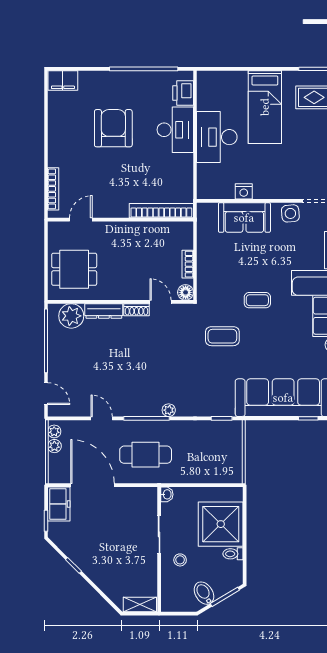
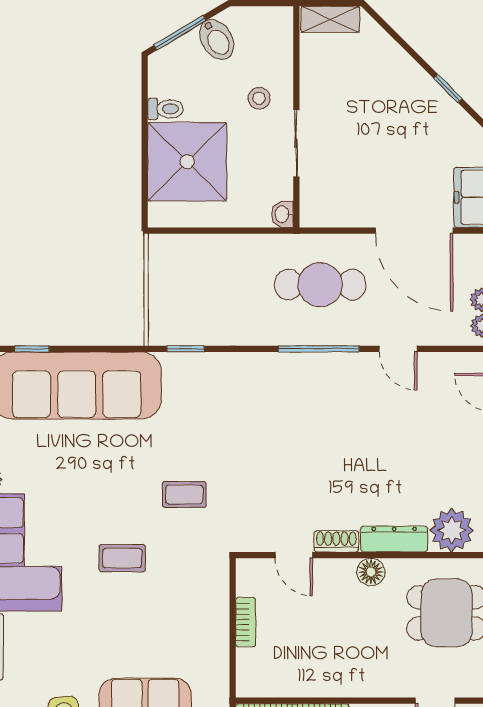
floor lamp: (186, 292) -> (371, 572), moved
coffee table: (222, 336) -> (184, 494), width x0.73, depth x0.77
plant: (169, 410) -> (279, 363), removed

